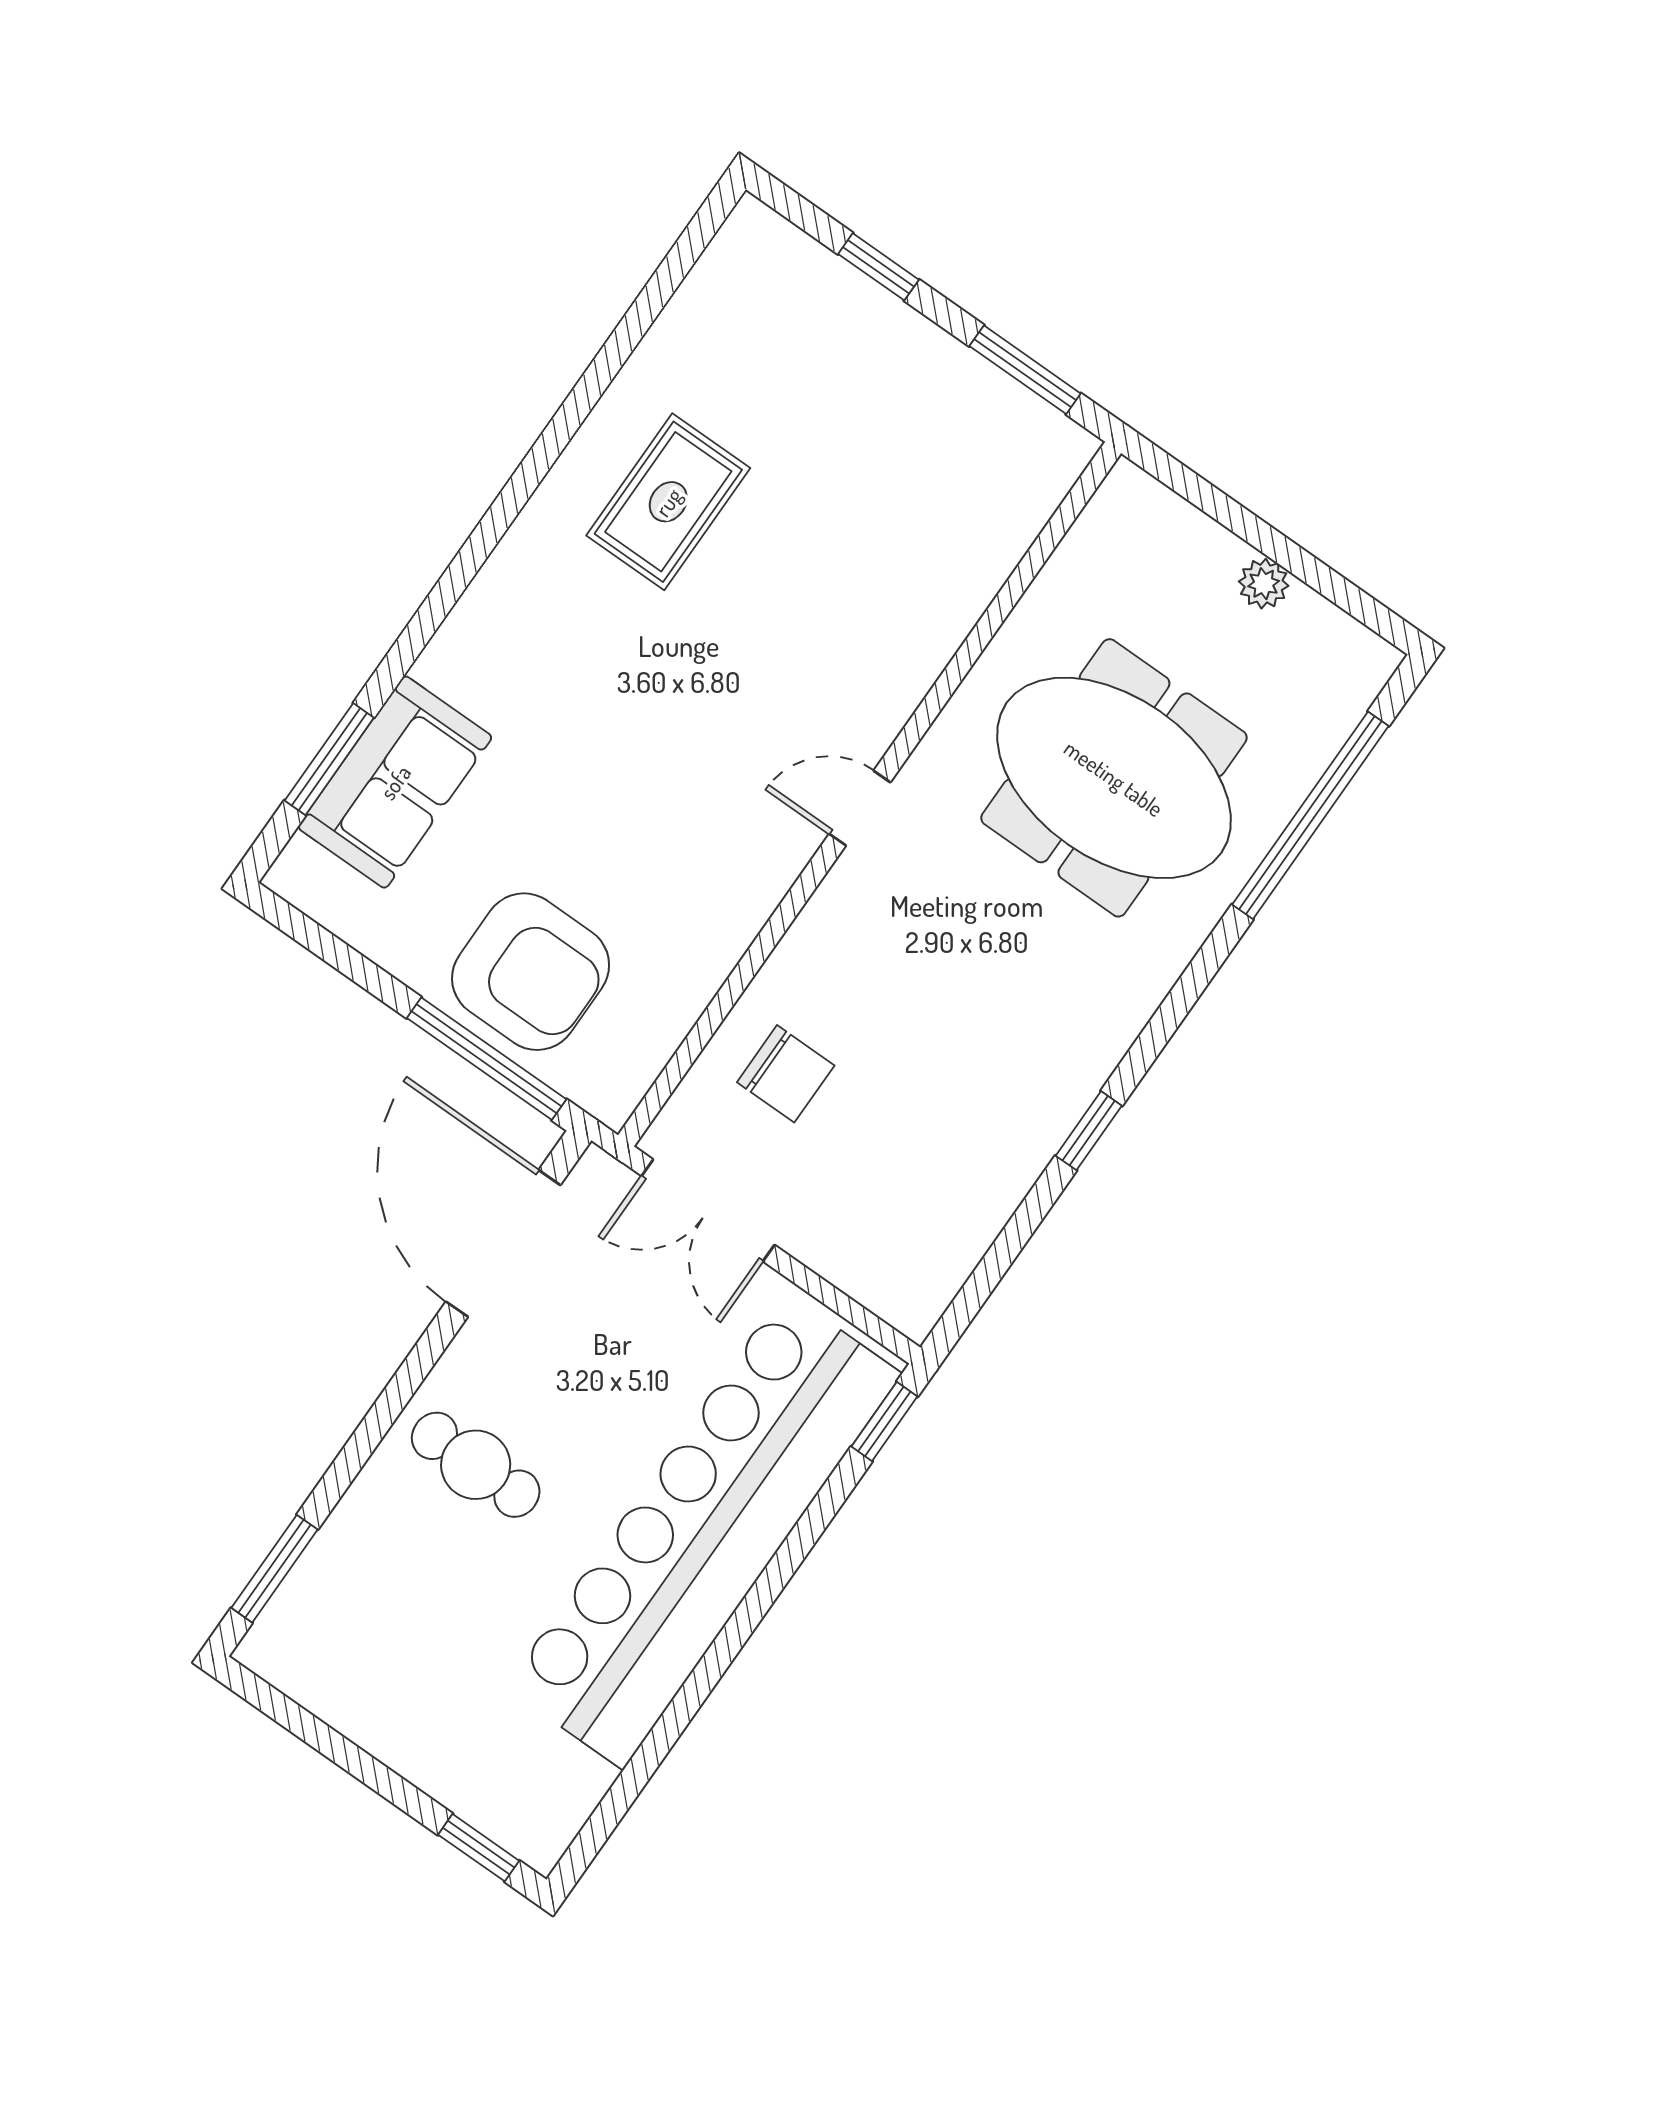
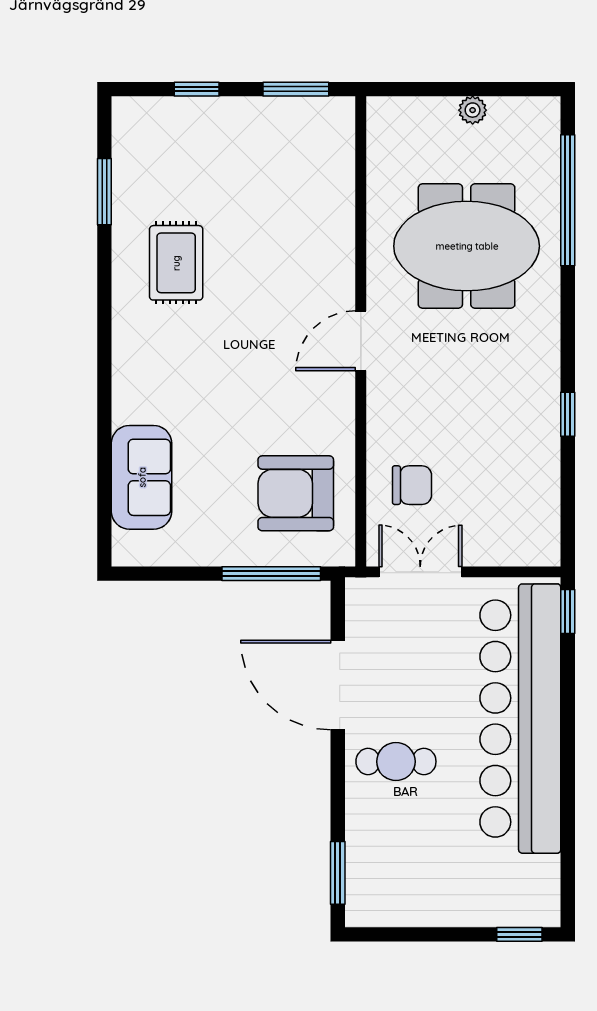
window: (329, 759) -> (104, 192), moved
door: (860, 808) -> (361, 341), width x1.37
armchair: (531, 972) -> (296, 493), moved, turned 180
double door: (708, 1210) -> (420, 572), swing flipped
door: (503, 1243) -> (338, 685), moved

